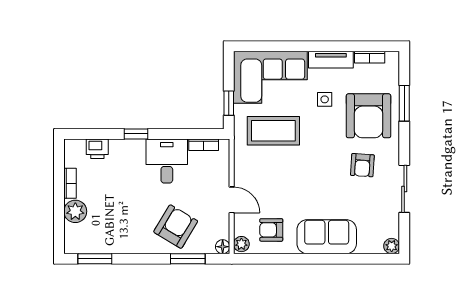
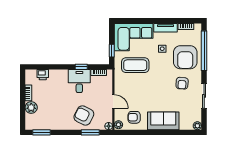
window: (404, 103) -> (204, 51), width x2.11
window: (136, 134) -> (81, 67), moved
armchair: (176, 227) -> (84, 116), turned -94

